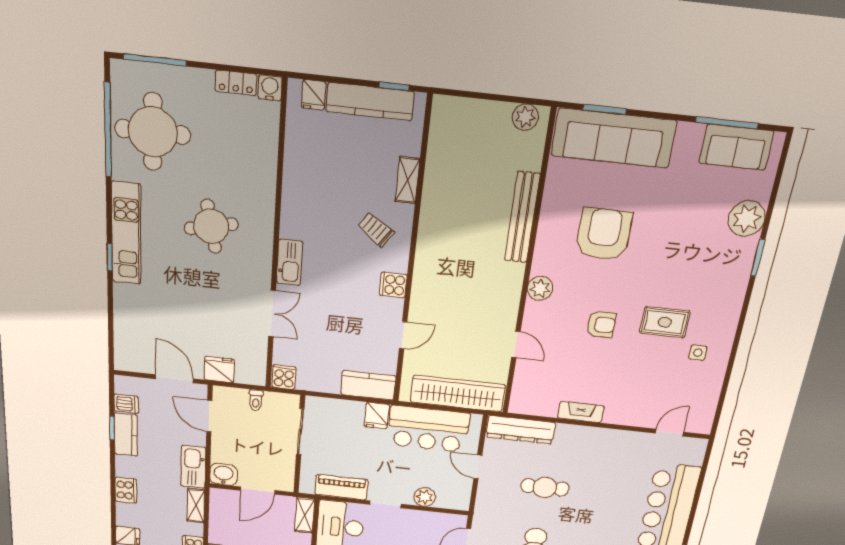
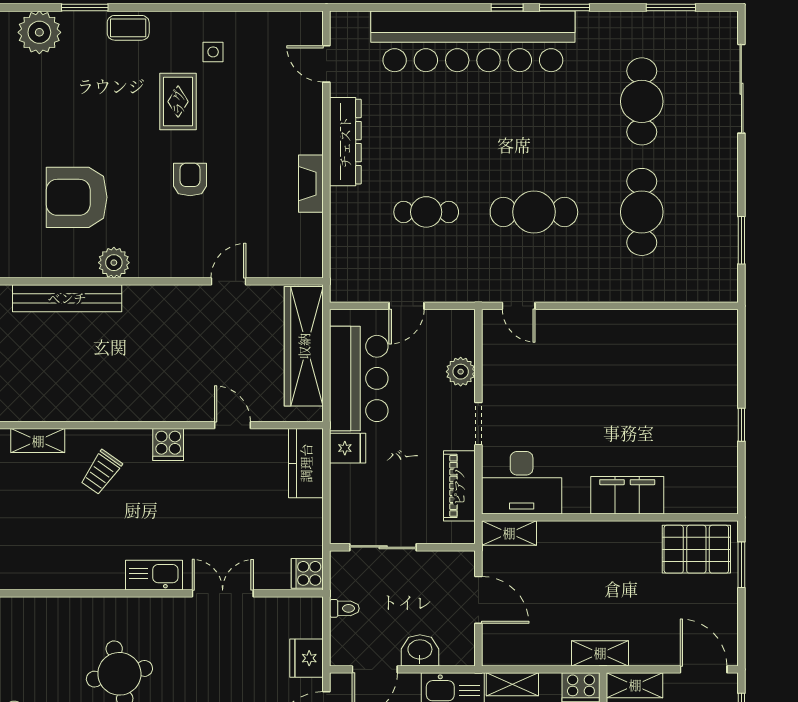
plant: (540, 288) -> (114, 263), moved
coffee table: (733, 290) -> (128, 28), added
dresser: (521, 430) -> (345, 142), moved
washbasin: (224, 474) -> (420, 650), moved, turned 90
cafe table: (545, 487) -> (426, 212), turned 90

